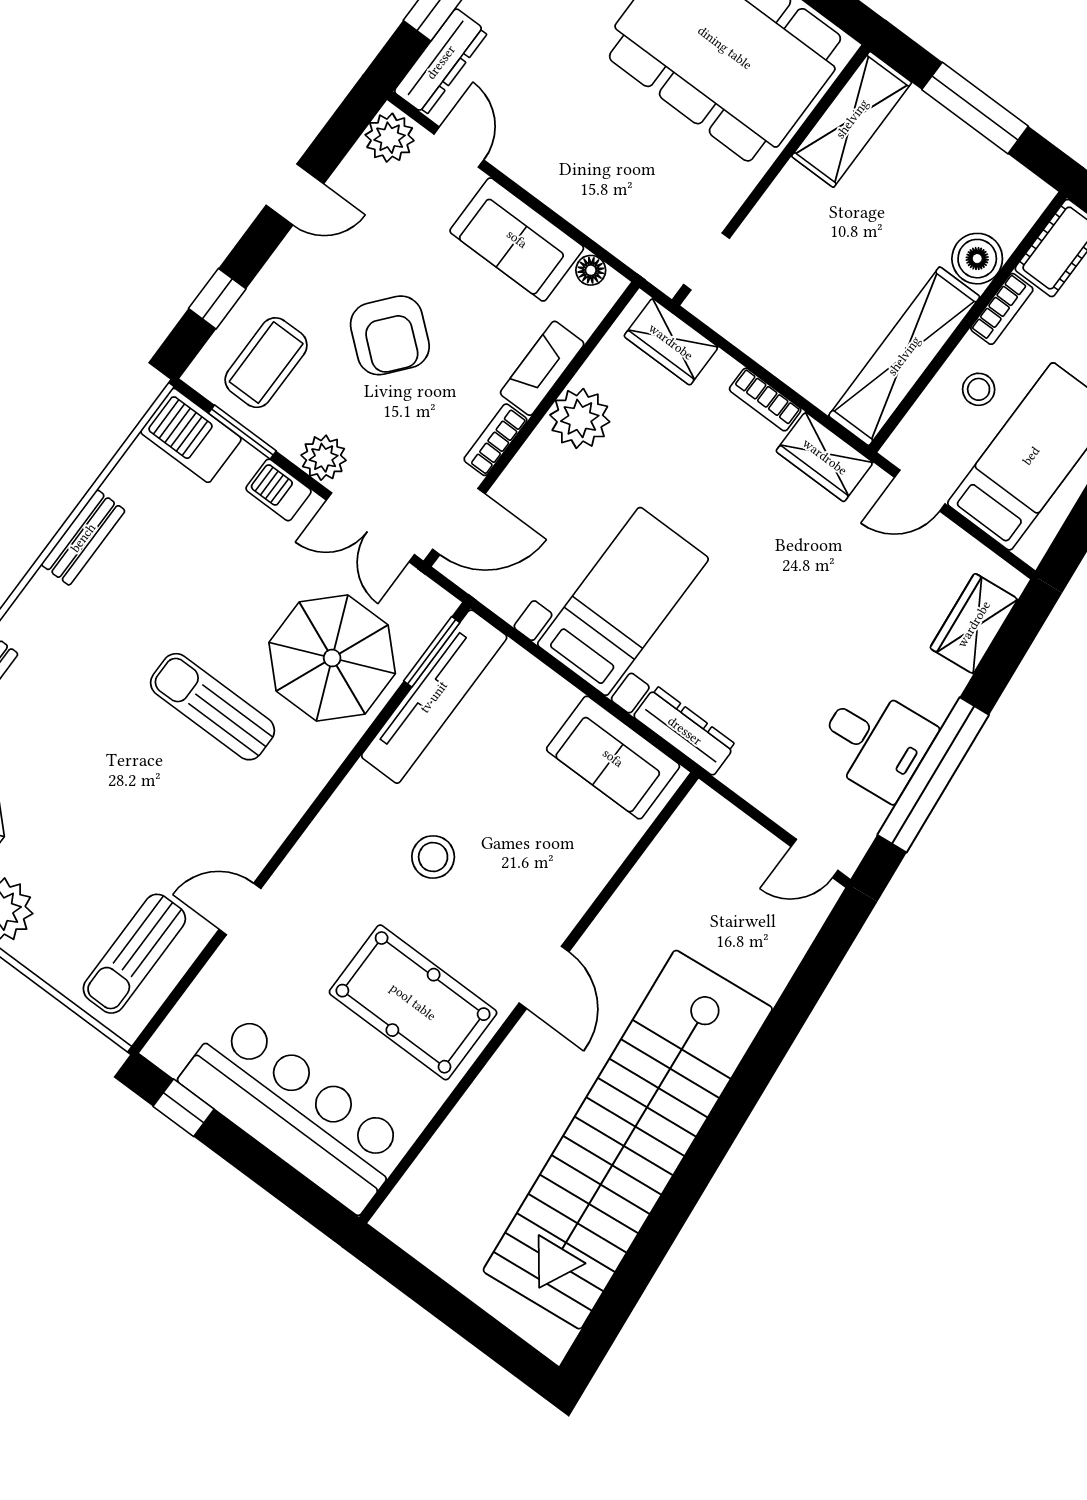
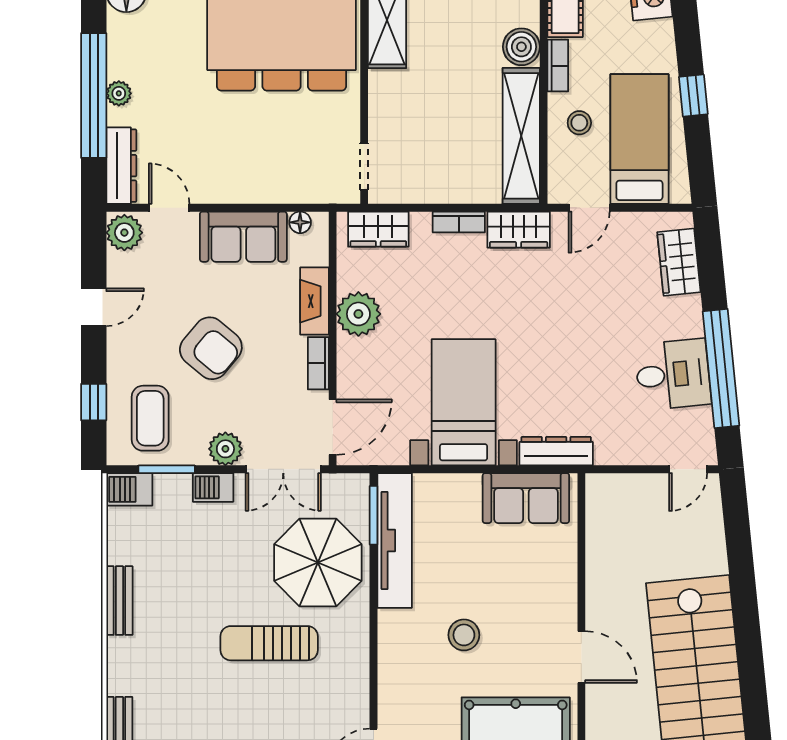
barbecue: (191, 435) -> (129, 489), width x0.73, depth x0.79

